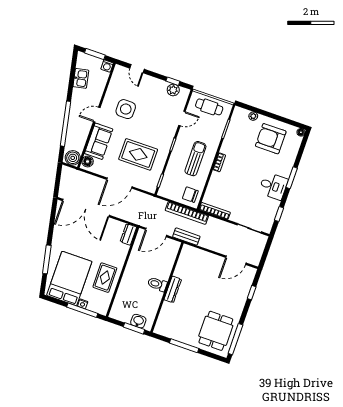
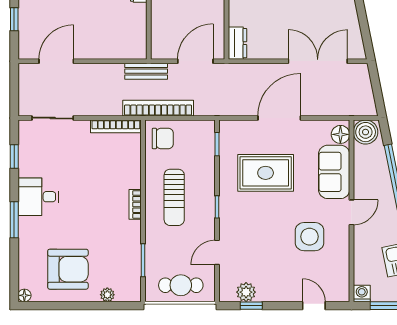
double door: (86, 208) -> (318, 61), width x0.73

